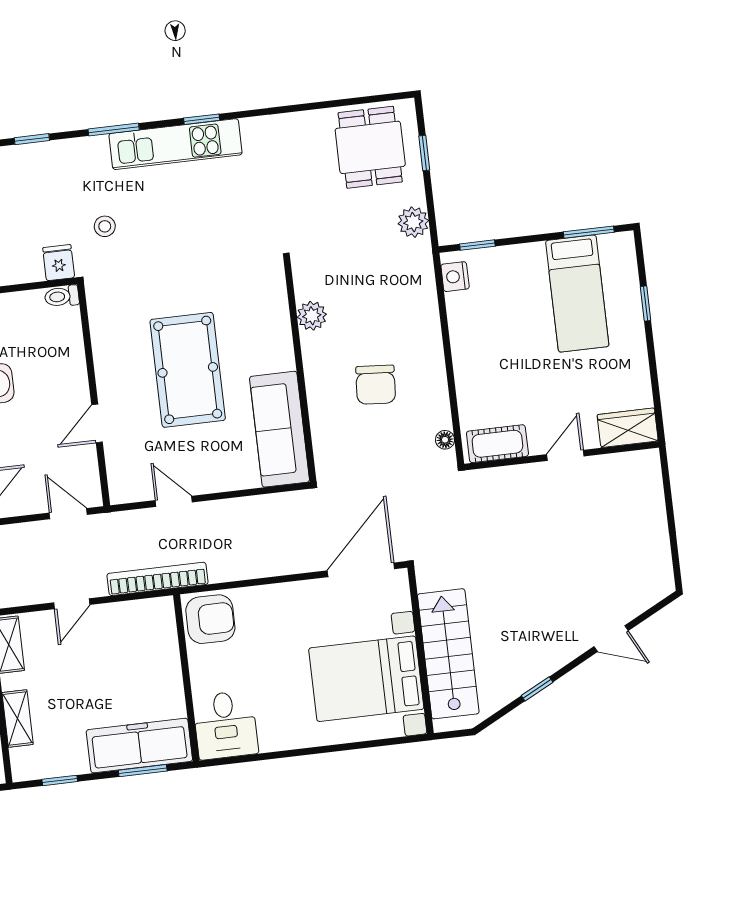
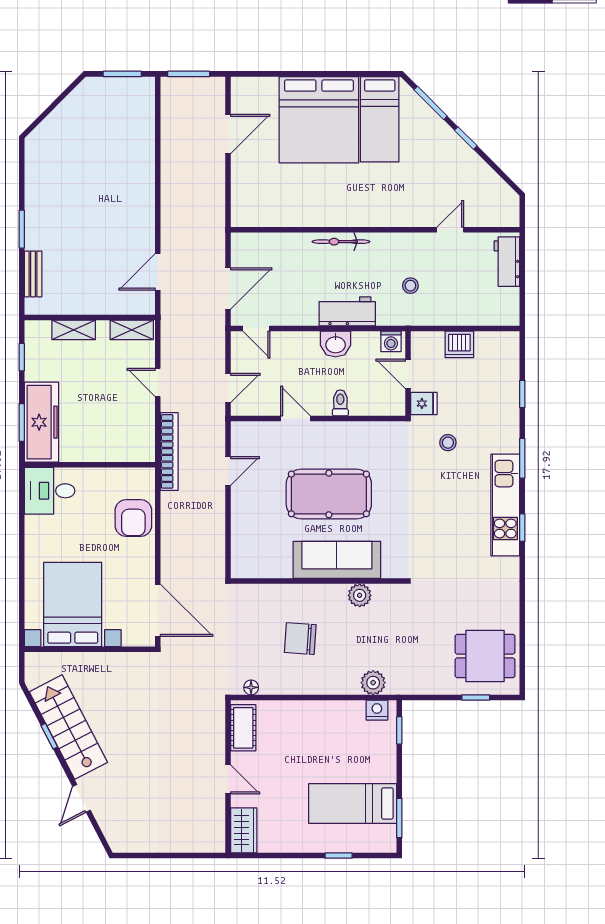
plant: (413, 222) -> (373, 683), moved
door: (23, 287) -> (408, 374), added
toilet: (62, 296) -> (340, 403), moved
sofa: (280, 429) -> (337, 560), moved
armchair: (210, 619) -> (133, 518), moved
stairs: (448, 654) -> (68, 727), moved, turned -117

